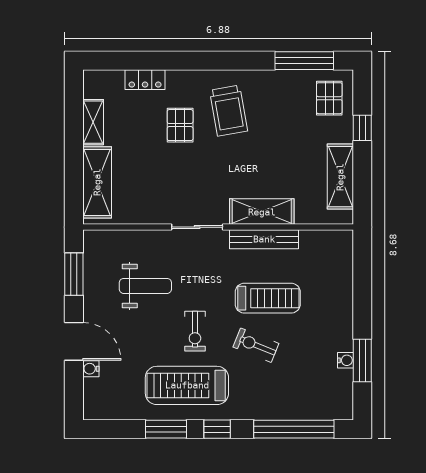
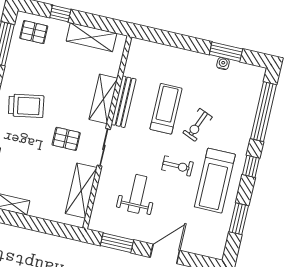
pallet: (180, 125) -> (66, 139), moved
shelving: (97, 182) -> (81, 191), moved, turned 90
water cooler: (91, 369) -> (187, 246), removed
window: (166, 429) -> (239, 219), moved

